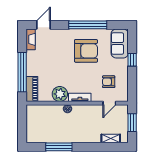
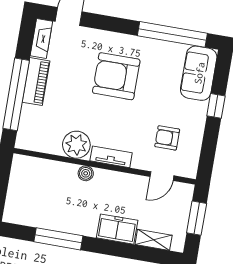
window: (88, 25) -> (172, 34), moved
armchair: (86, 51) -> (116, 76), moved, turned 180
piano: (32, 89) -> (36, 82), moved
freezer: (90, 136) -> (117, 229), added

